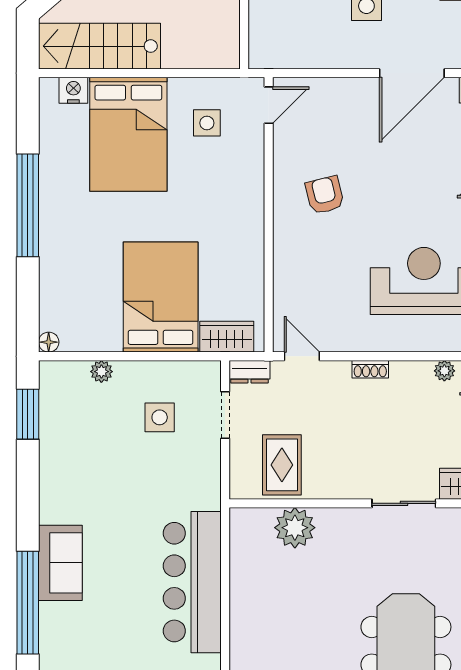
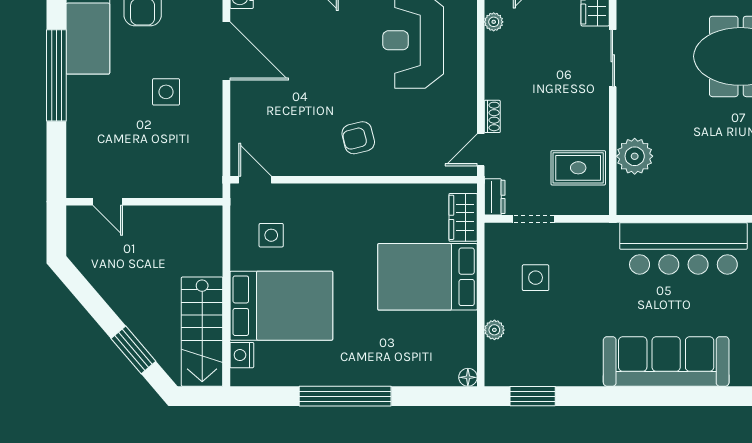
armchair: (325, 195) -> (358, 138), moved
shoe rack: (370, 369) -> (492, 116), moved
sofa: (60, 563) -> (666, 361), width x1.85, depth x1.27
window: (28, 603) -> (702, 396), removed

